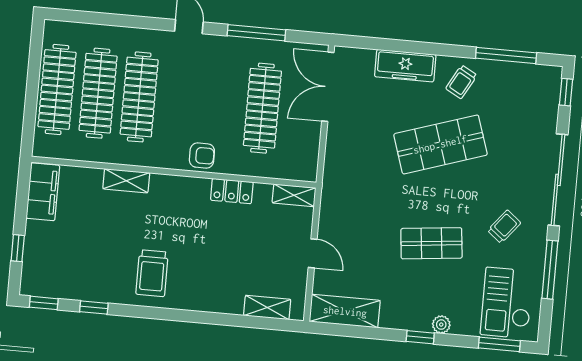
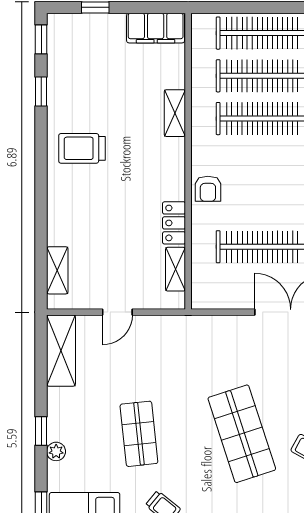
shelving: (294, 195) -> (176, 269), moved

